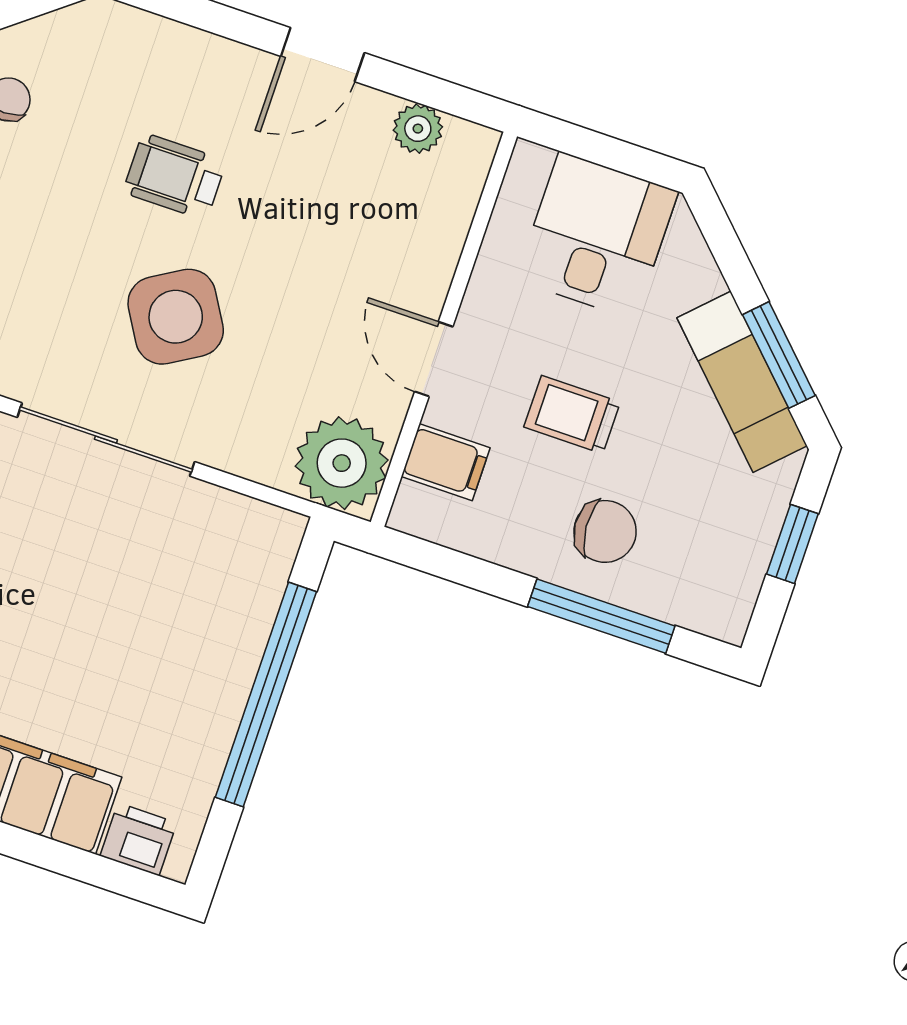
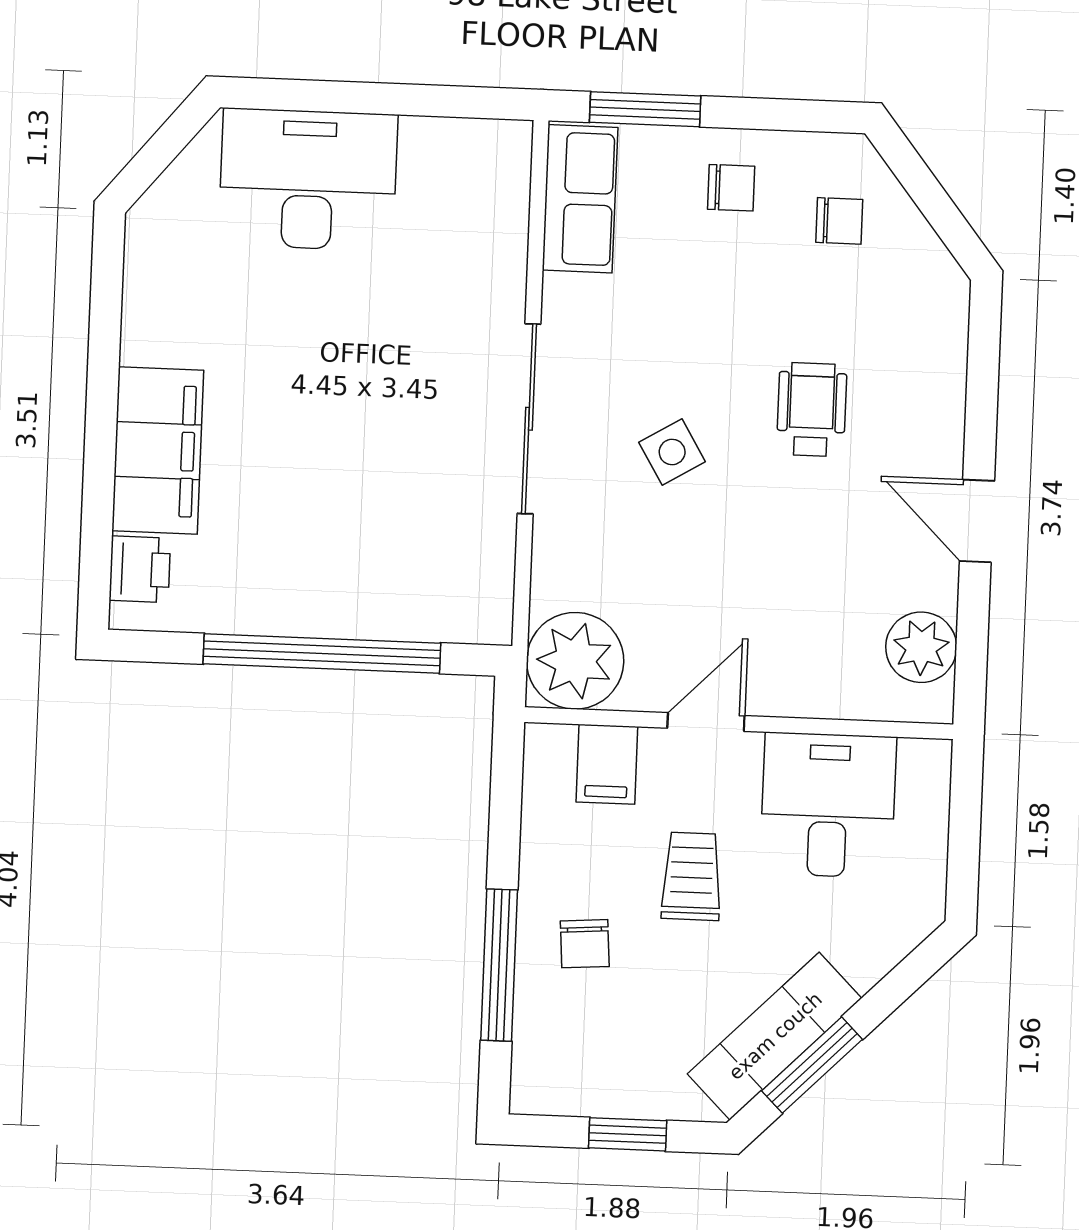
plant: (418, 129) -> (921, 647), width x1.38, depth x1.38
desk: (597, 235) -> (828, 805), moved, turned -90
side table: (176, 317) -> (672, 452), width x0.54, depth x0.54
chair: (605, 531) -> (585, 944), width x0.73, depth x0.73

